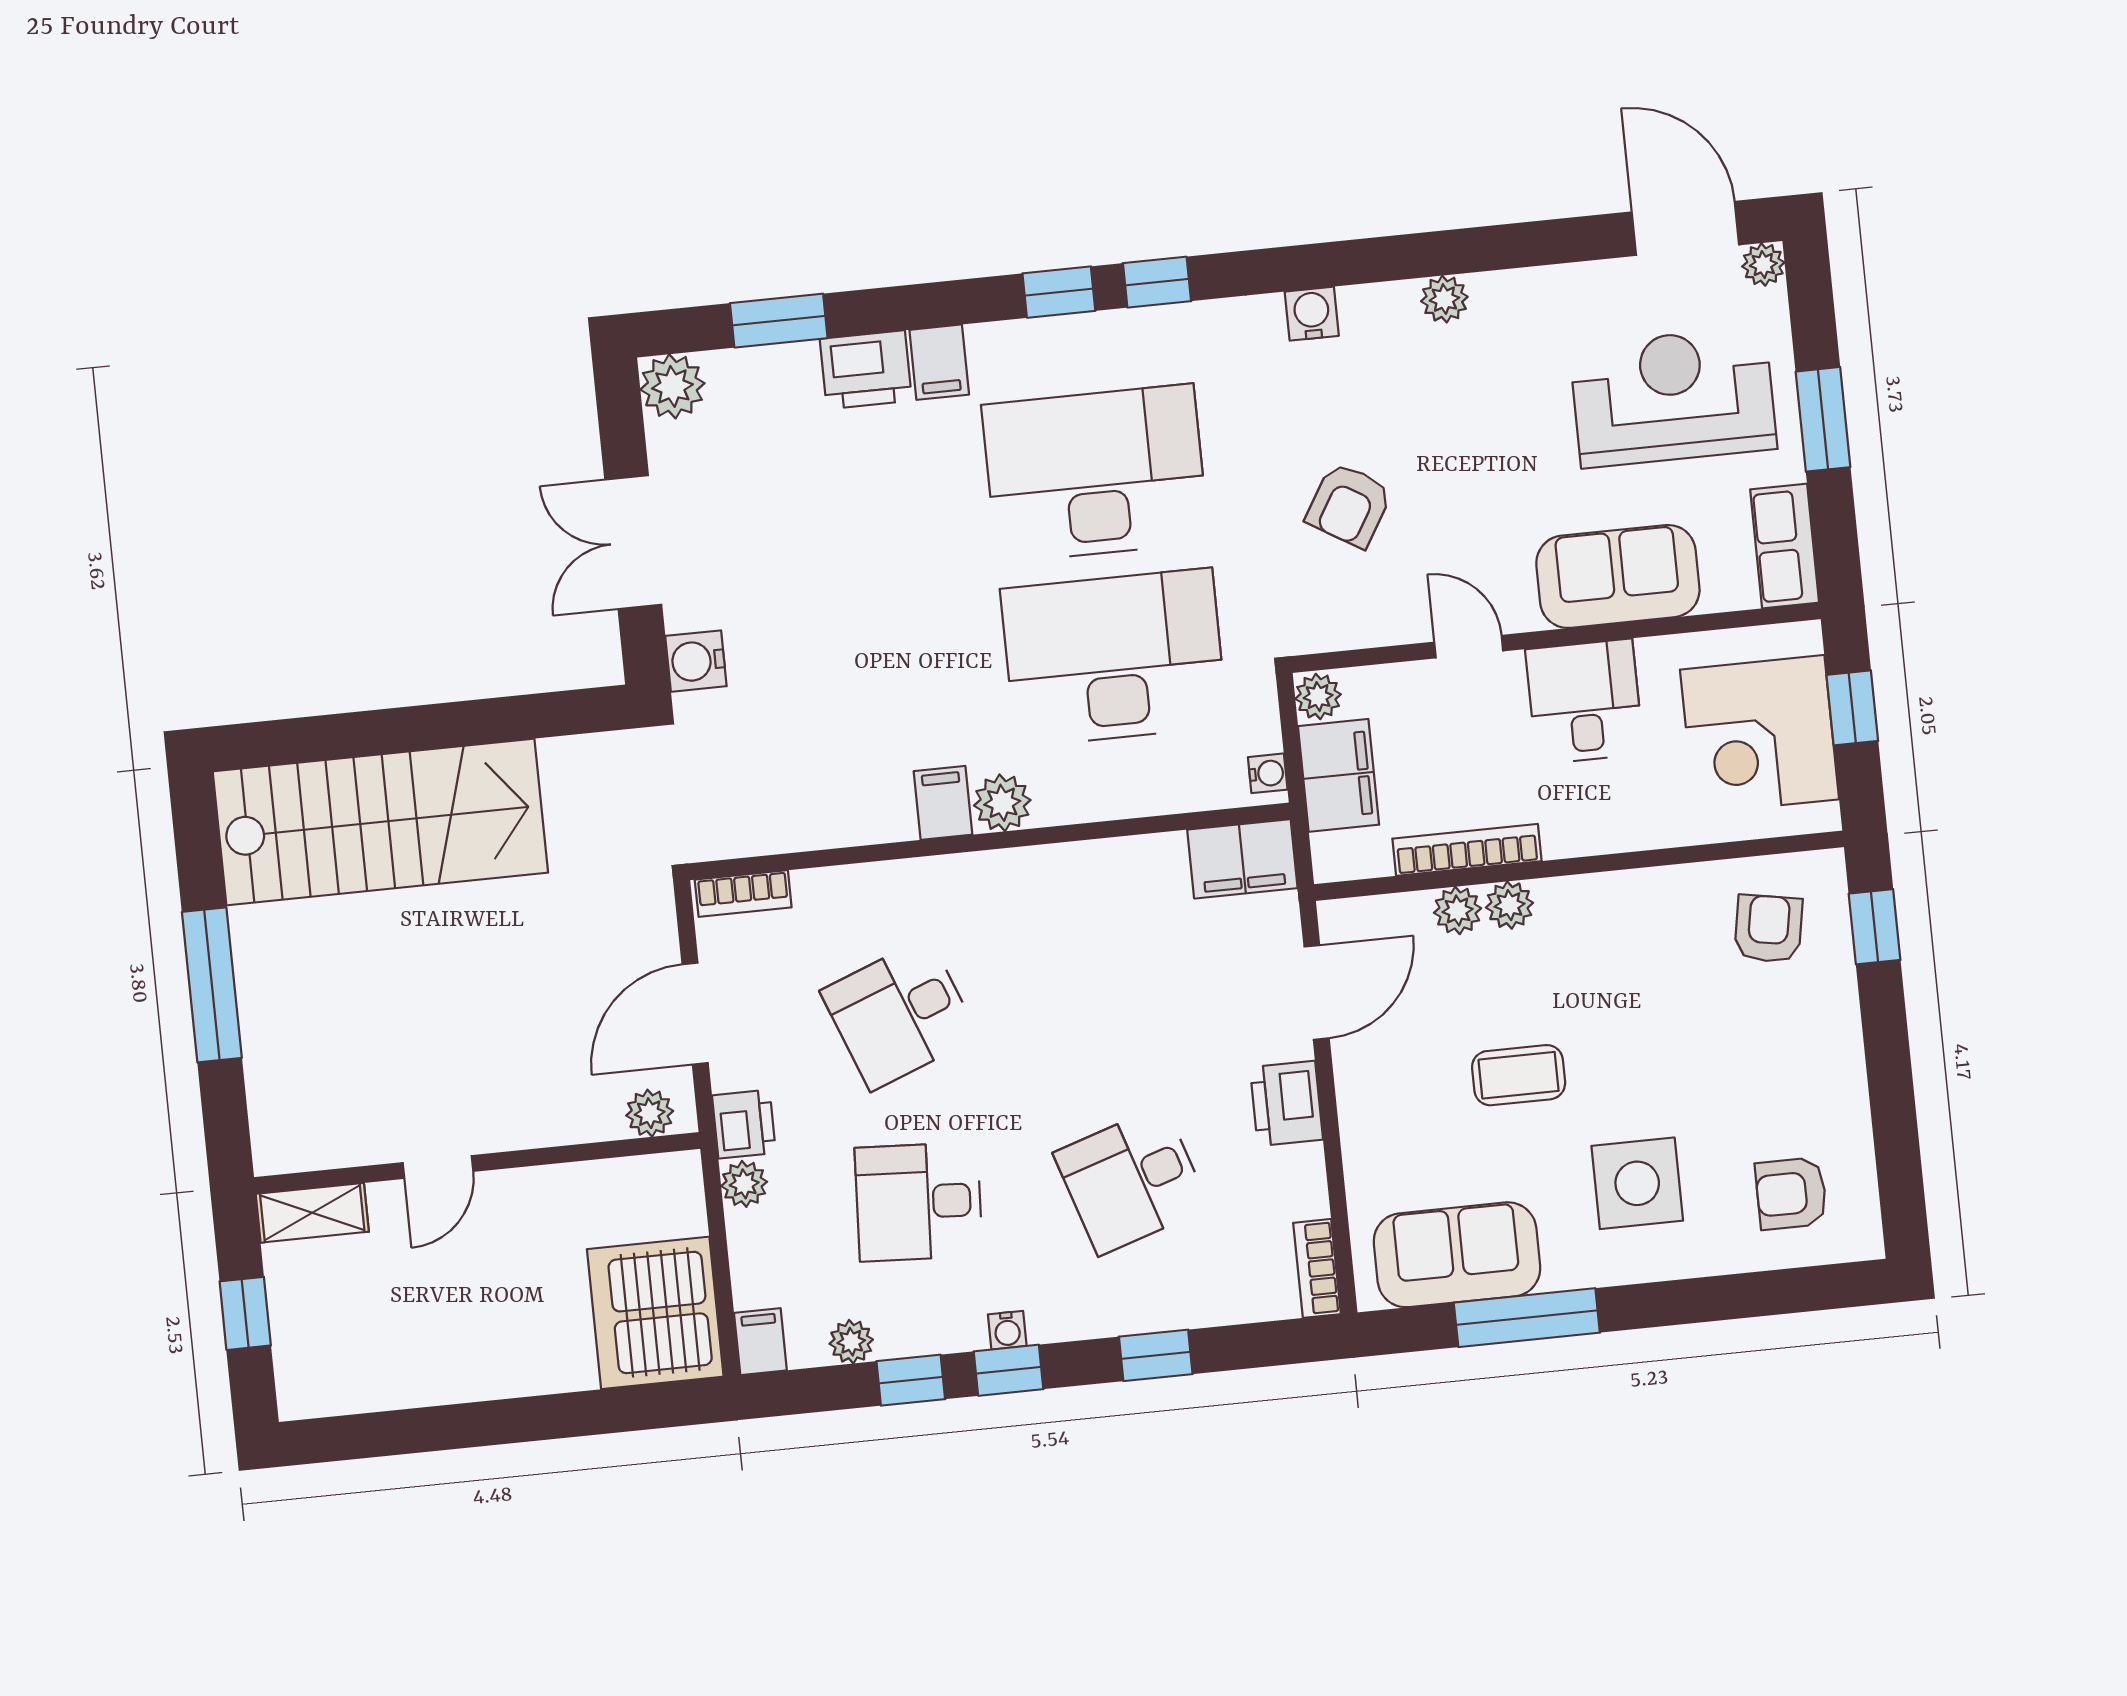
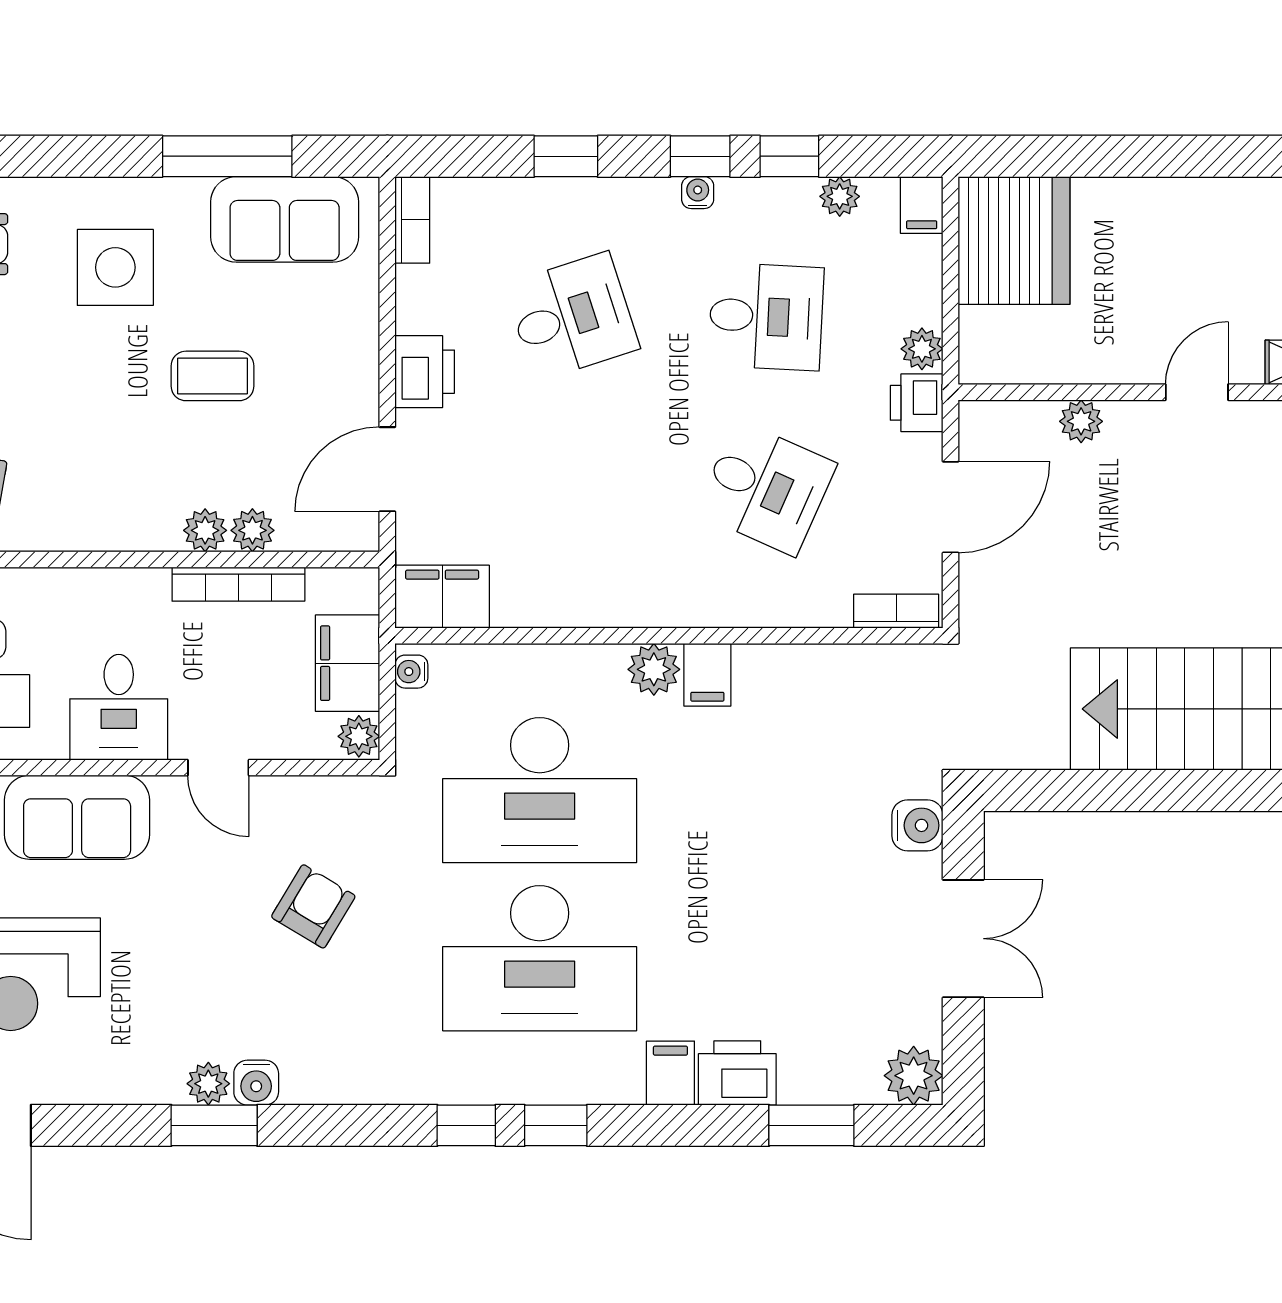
window: (1433, 254) -> (214, 1125), added
water cooler: (1312, 314) -> (256, 1083), moved
desk: (899, 1014) -> (766, 488), turned 45
plant: (650, 1113) -> (1081, 421), moved

